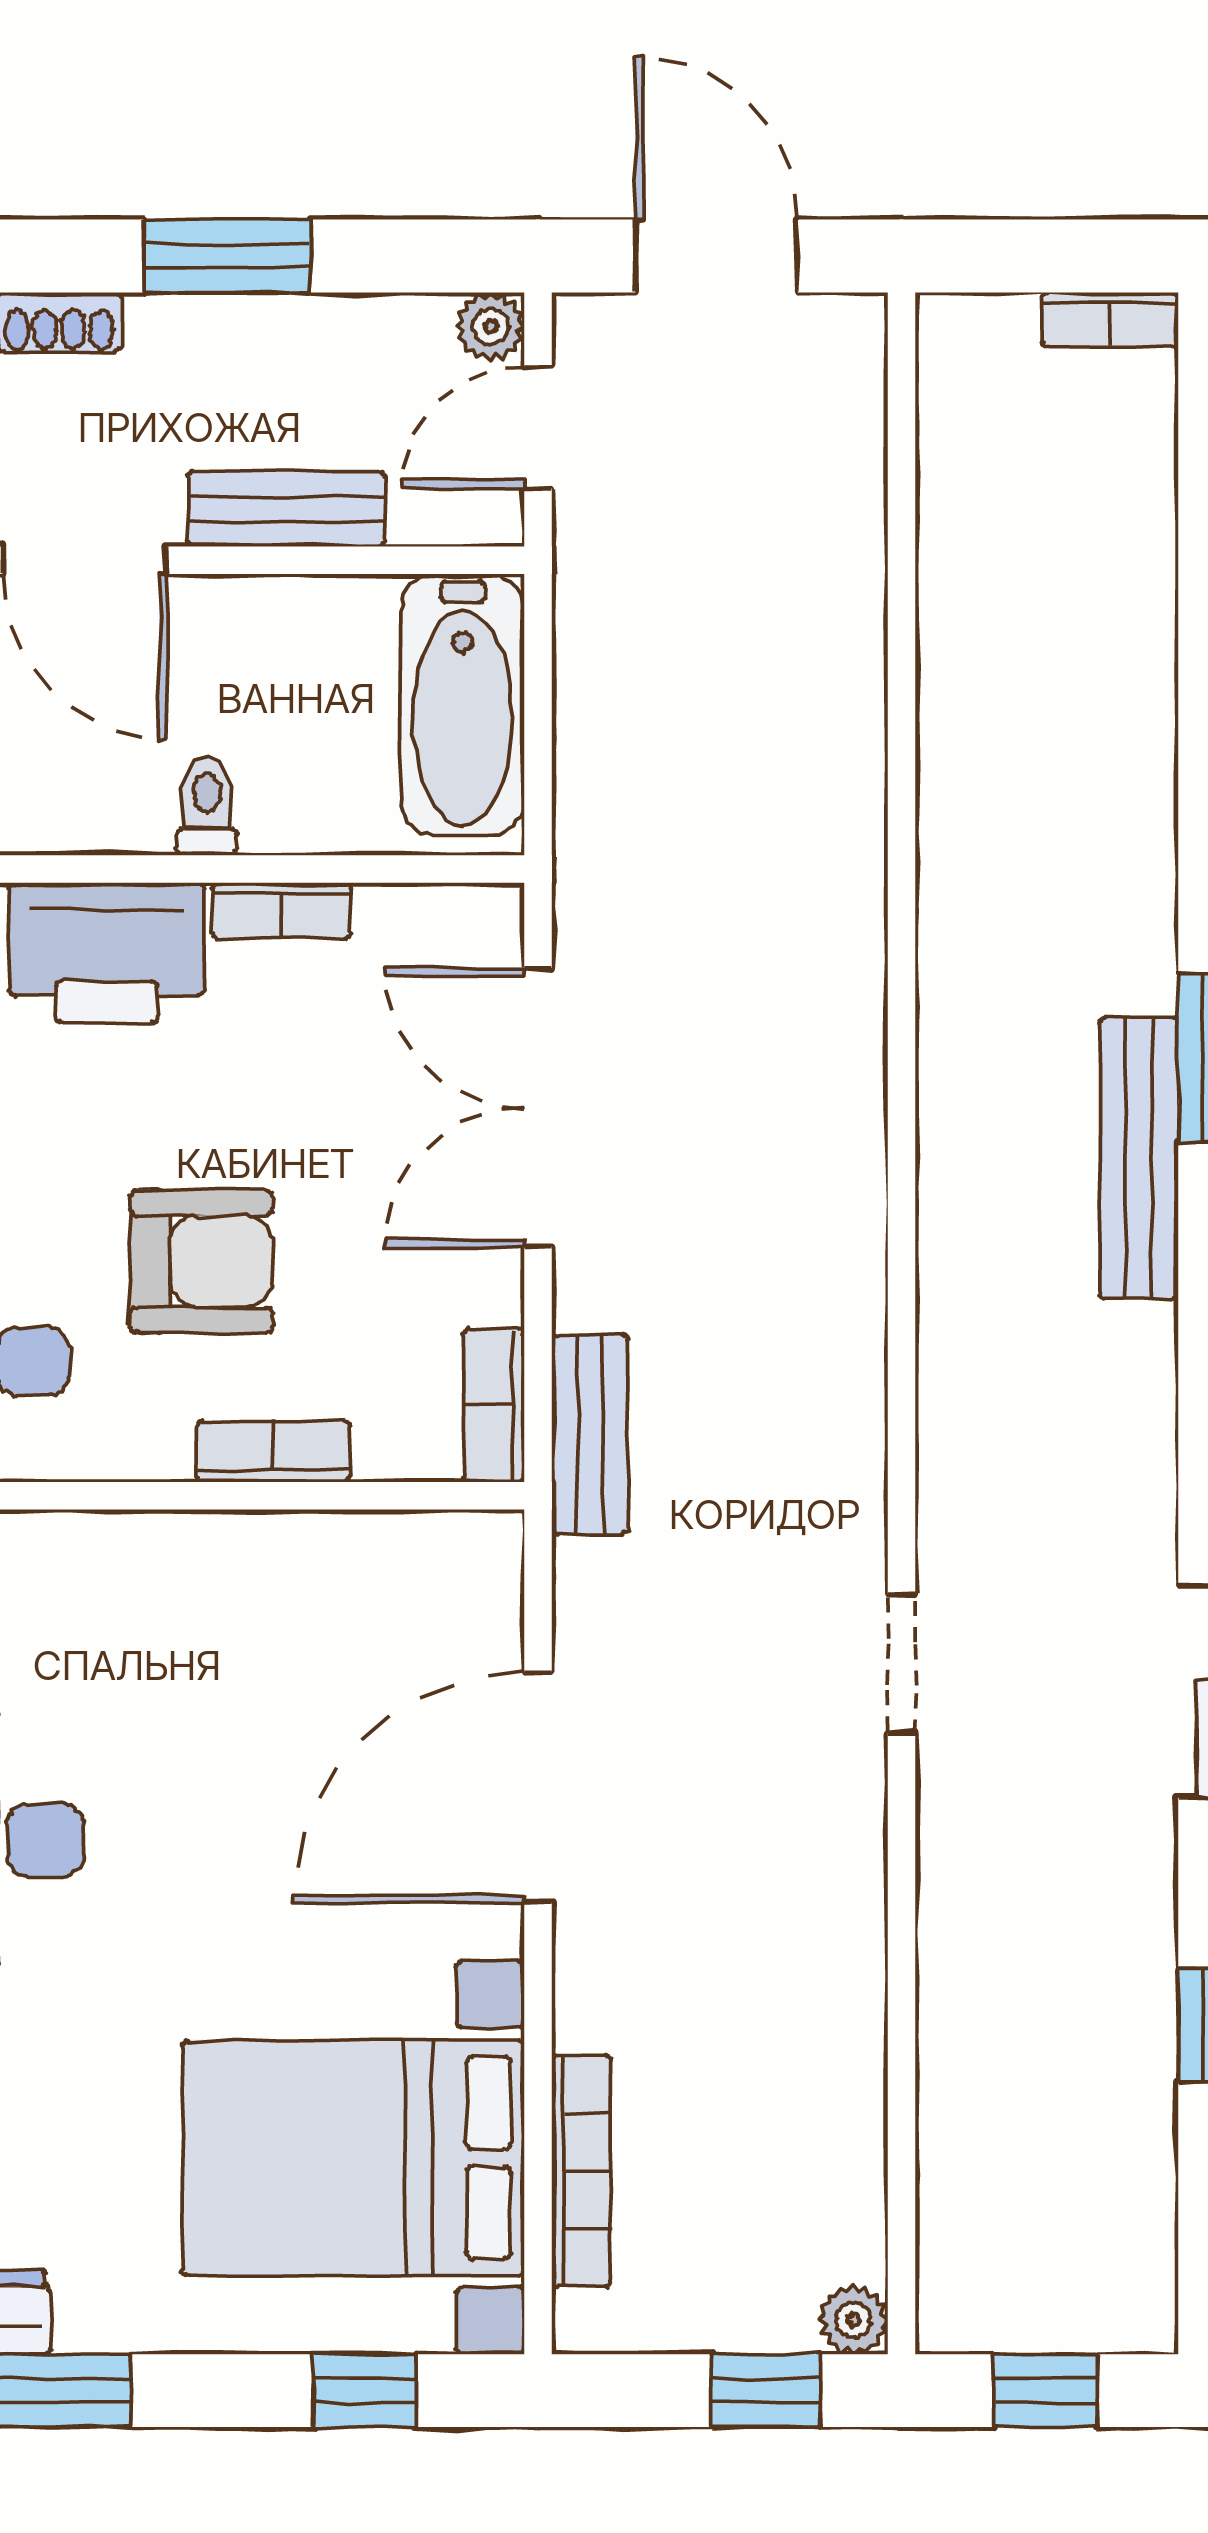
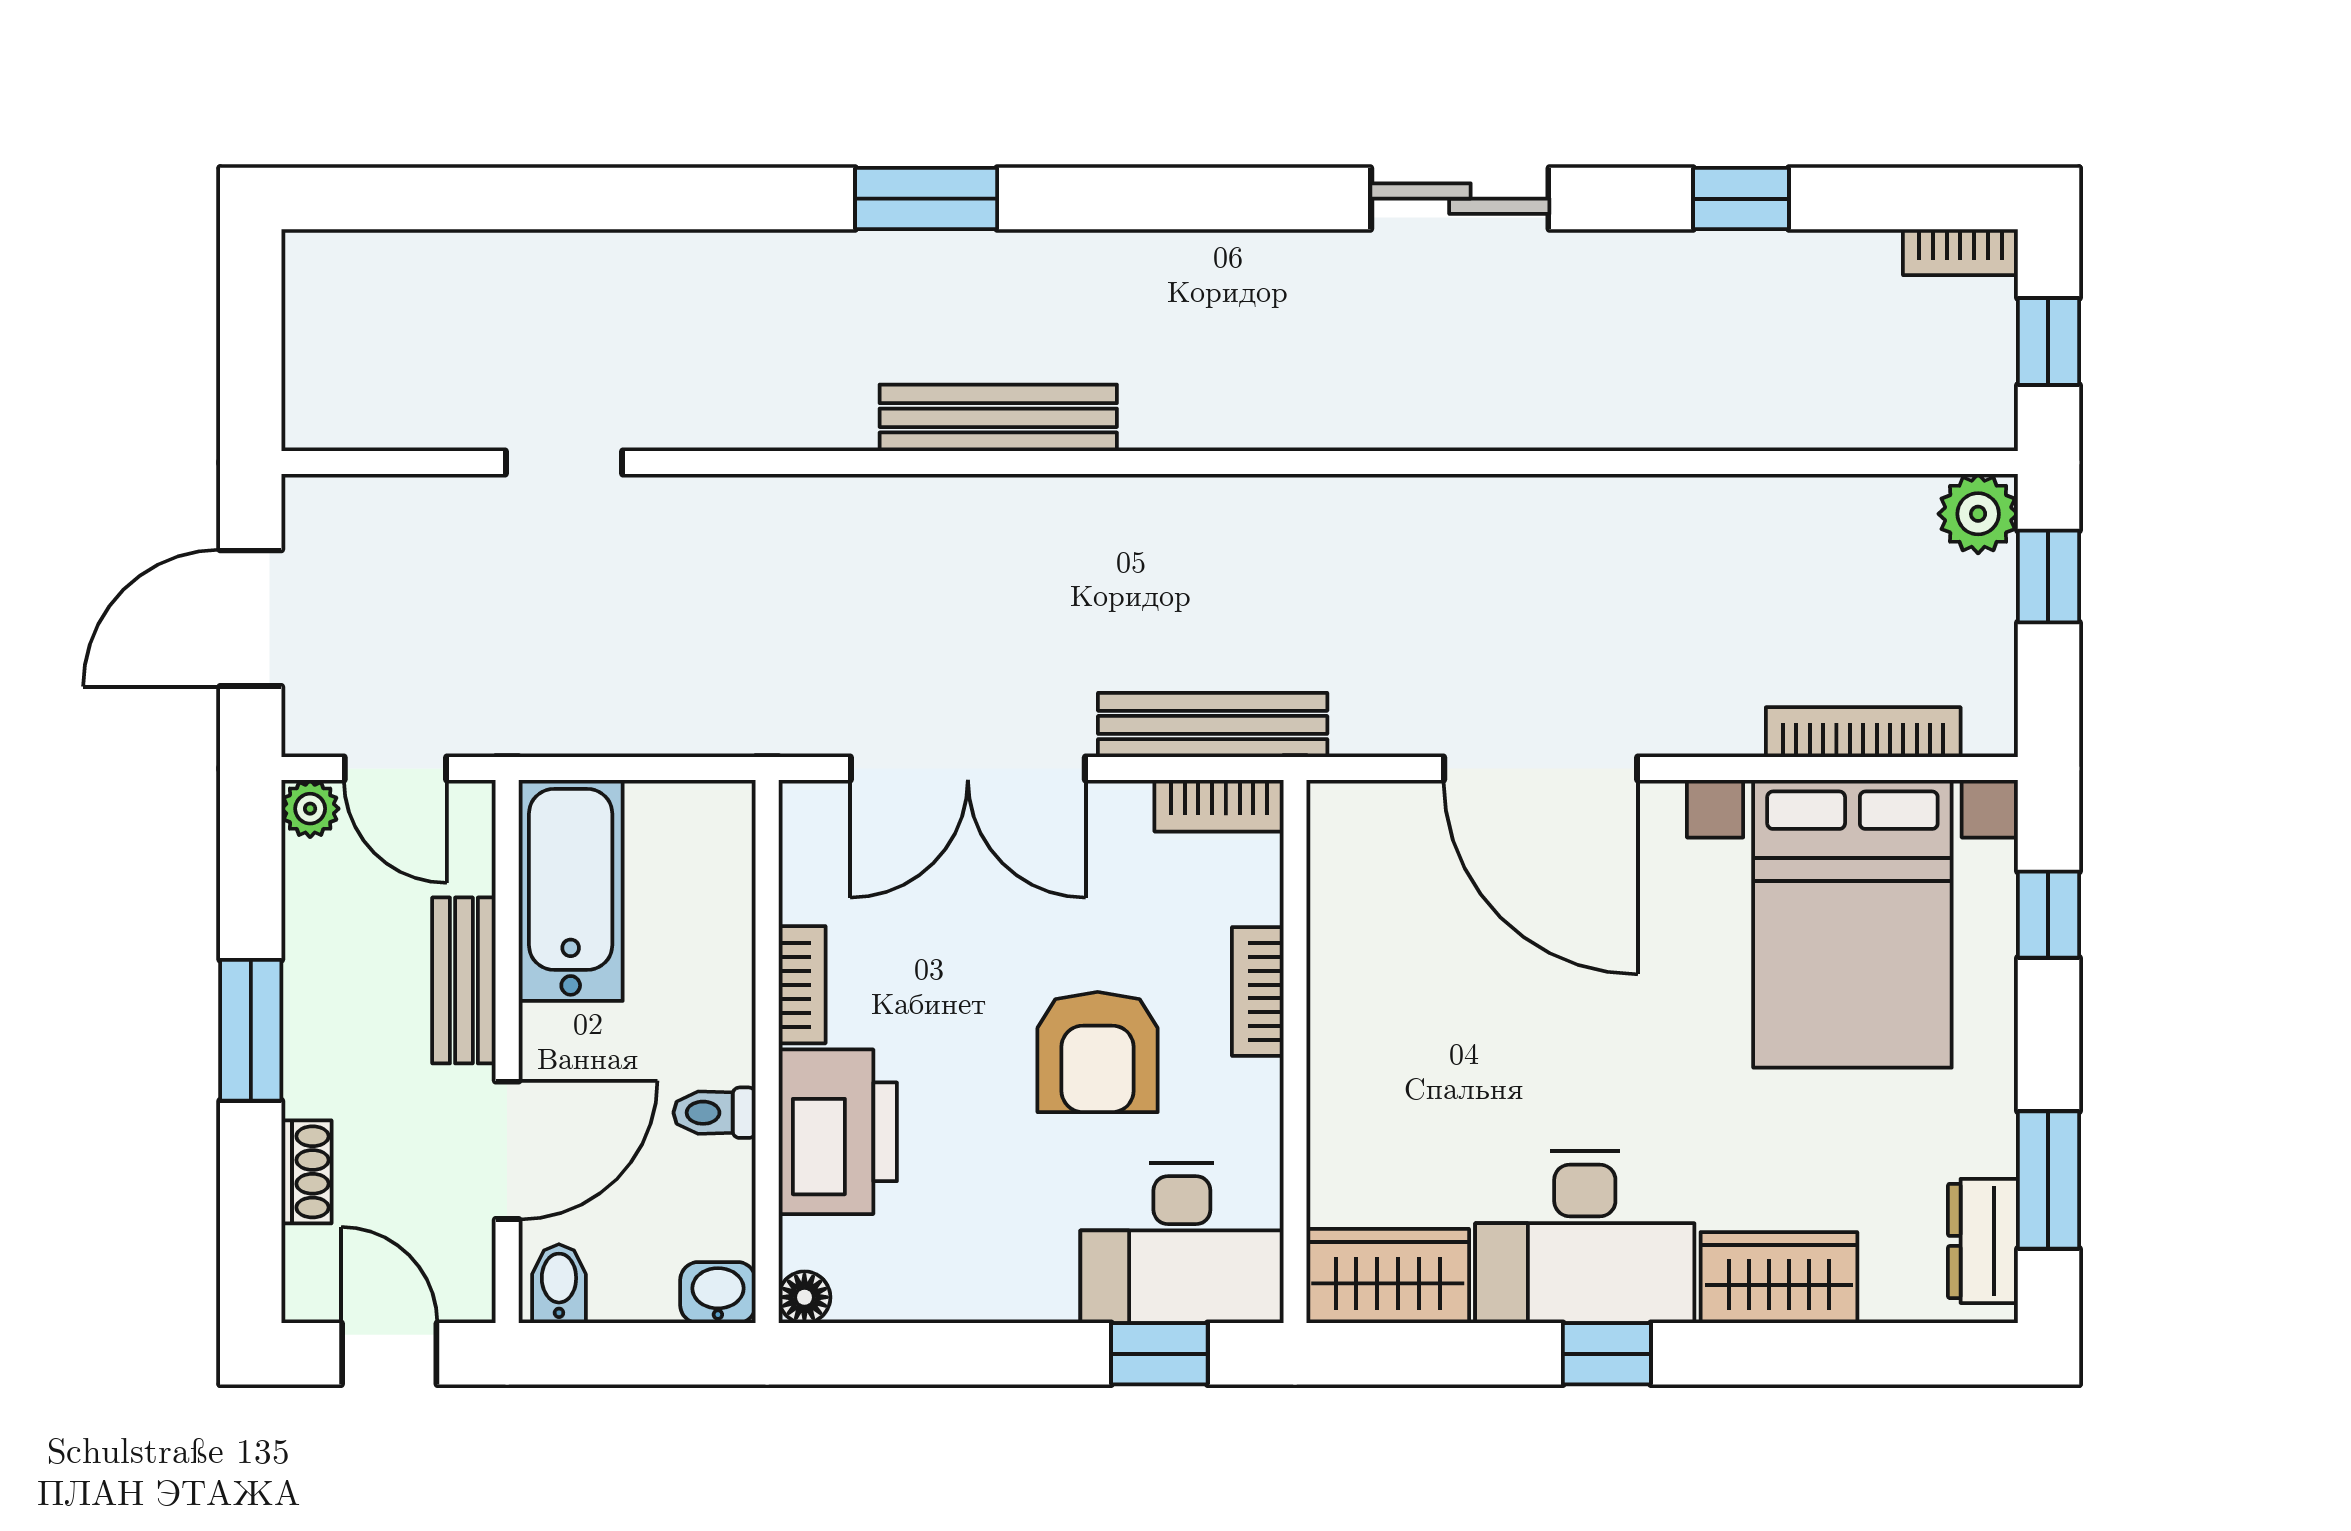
bookcase: (1110, 320) -> (1960, 252), moved, turned 90
bathtub: (463, 705) -> (571, 890), moved, turned -90
toilet: (207, 807) -> (715, 1113), moved
bench: (1139, 1158) -> (998, 418), moved
armchair: (201, 1261) -> (1098, 1052), turned 180
bench: (590, 1434) -> (1213, 725), width x1.36
doorway: (901, 1663) -> (564, 462), moved
plant: (853, 2320) -> (1978, 514), width x1.38, depth x1.38

